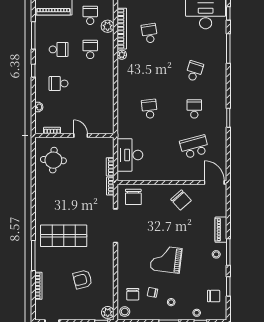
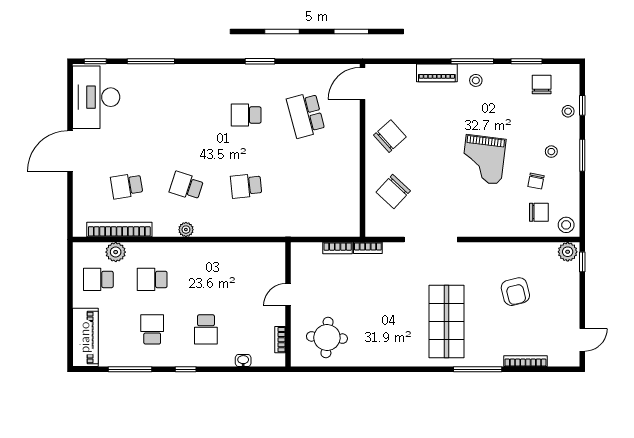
plant: (122, 55) -> (186, 230), moved
school desk: (194, 71) -> (186, 186), moved
desk: (130, 155) -> (319, 217), removed
chair: (133, 197) -> (393, 191), moved, turned 133

